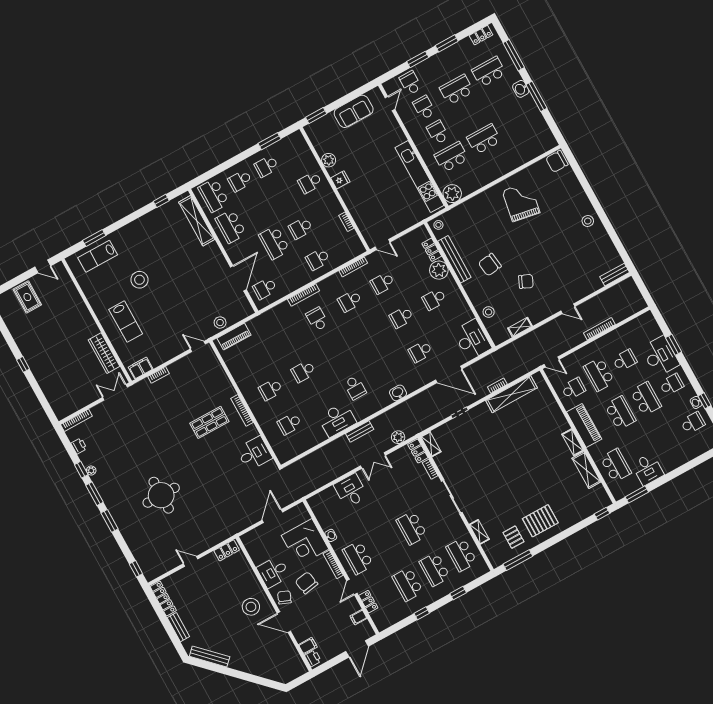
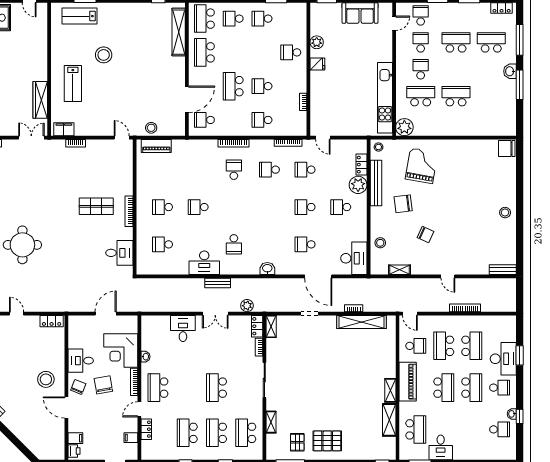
grand piano: (521, 202) -> (422, 166), moved
school desk: (625, 360) -> (472, 346), width x1.85

